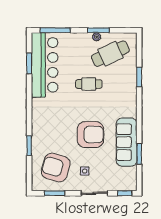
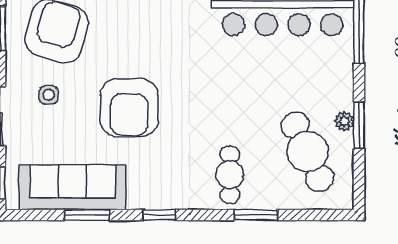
cafe table: (89, 84) -> (230, 175), moved
window: (139, 121) -> (160, 215), added
sofa: (127, 142) -> (73, 187), moved

